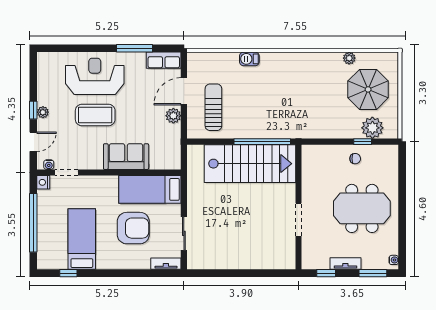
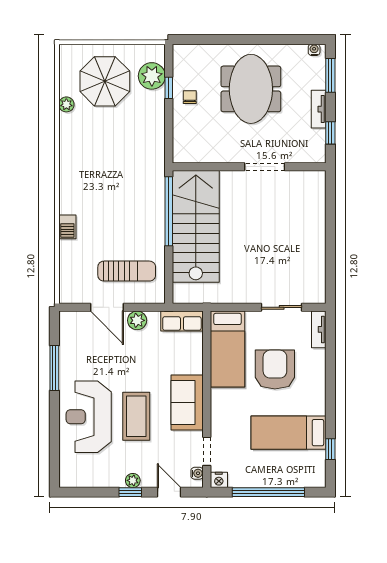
row of seats: (164, 60) -> (182, 321), moved, turned 90
sun lounger: (213, 107) -> (127, 271), turned 180
sofa: (126, 157) -> (187, 403), moved

